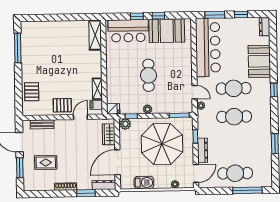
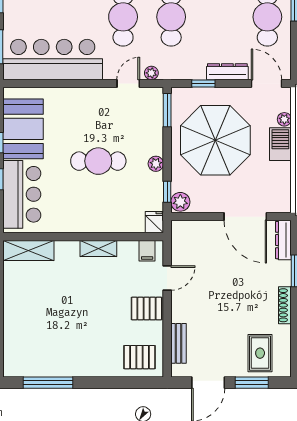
shelving: (97, 89) -> (98, 248), moved
pallet: (32, 92) -> (139, 357), moved
pallet: (62, 105) -> (147, 309), turned 90
door: (80, 117) -> (167, 278), swing flipped
wardrobe: (109, 134) -> (197, 231), removed
rug: (46, 162) -> (260, 353), moved
barbecue: (144, 183) -> (280, 144), moved

